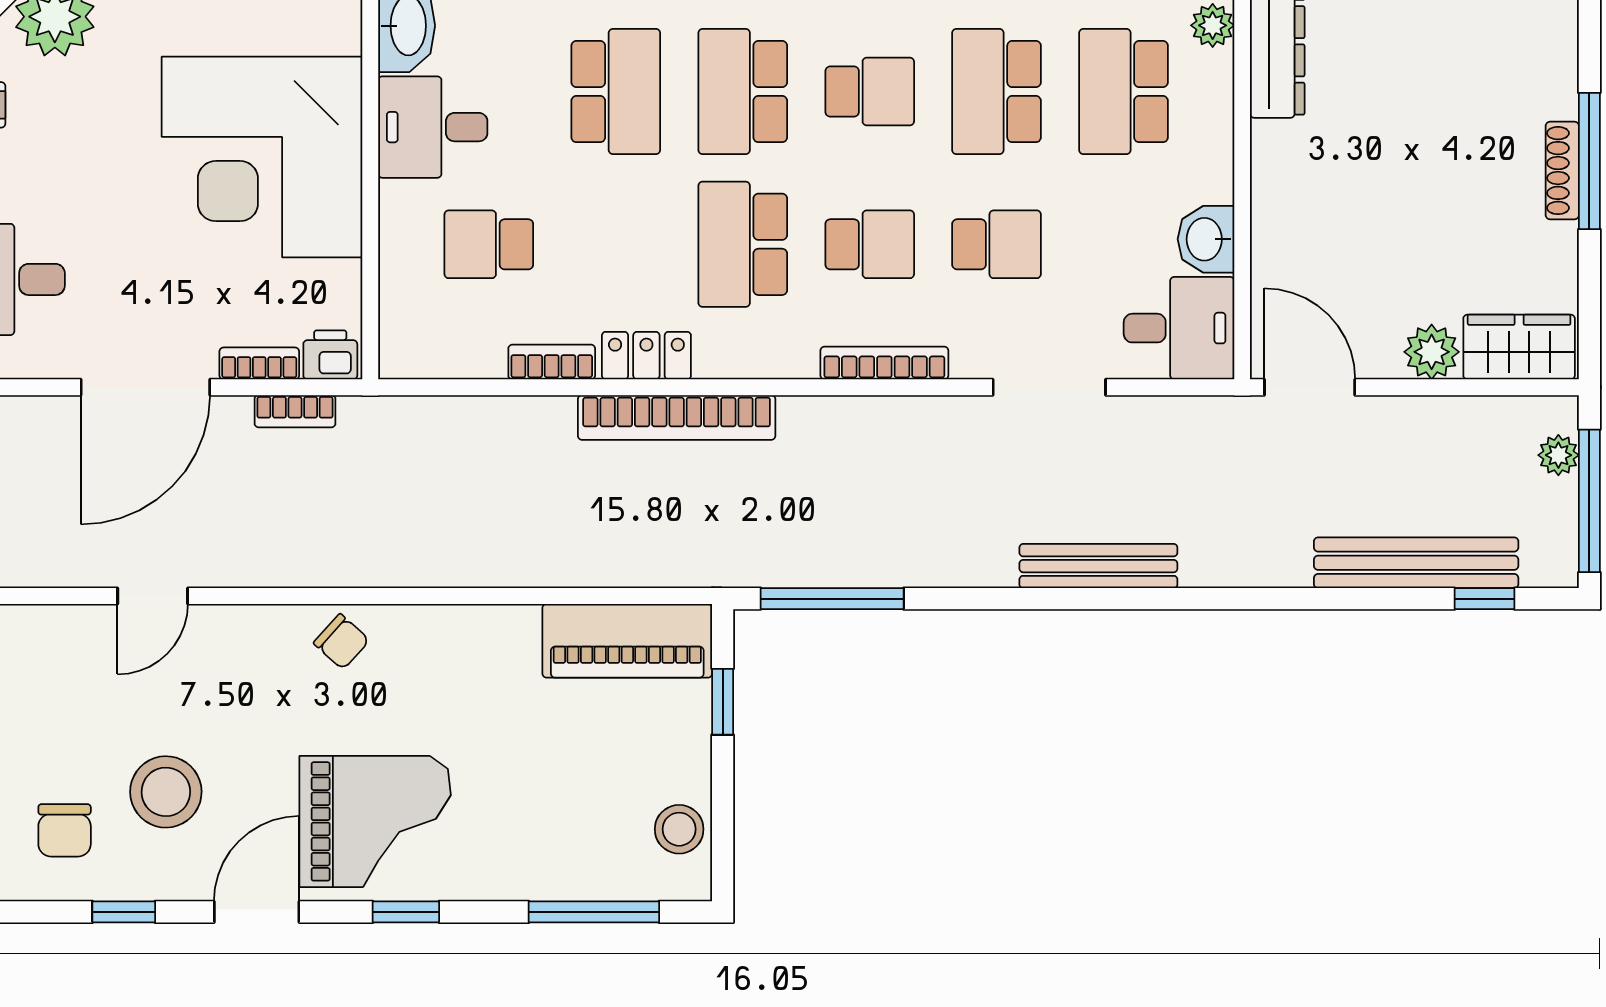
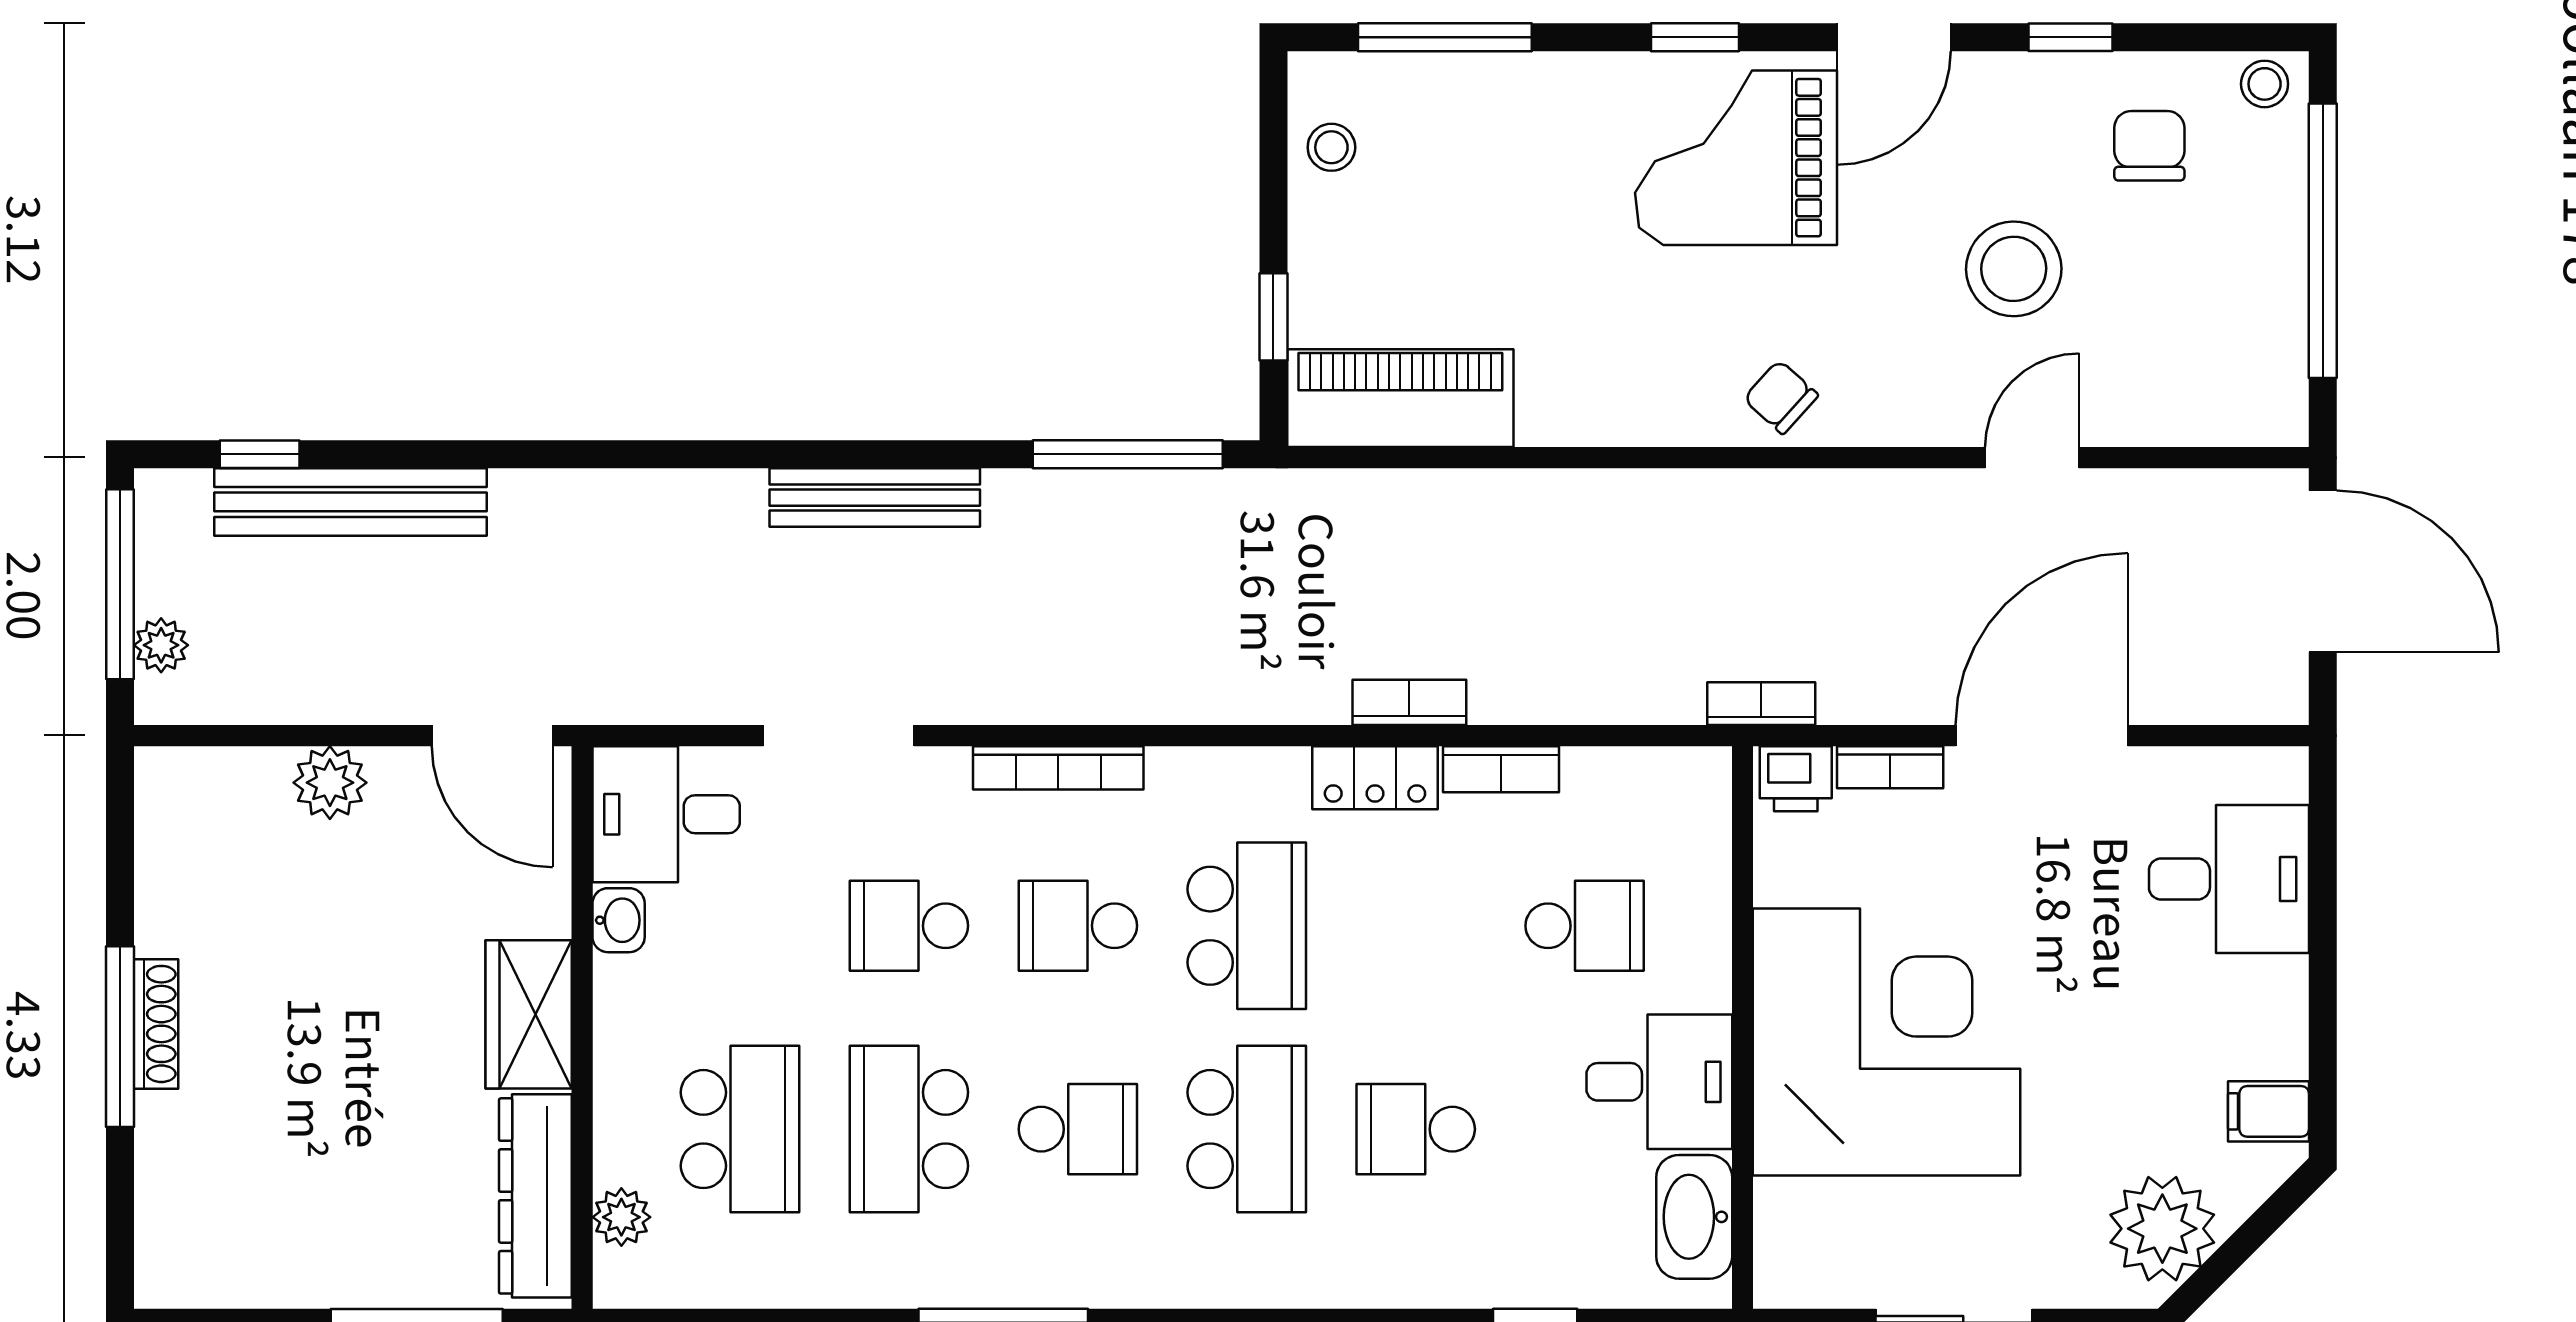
school desk: (616, 92) -> (1416, 1129), width x0.54
school desk: (870, 92) -> (1078, 1129), turned 180
school desk: (997, 92) -> (909, 1129), turned 180
washbasin: (1206, 239) -> (619, 920), width x0.72, depth x0.69
wardrobe: (1519, 347) -> (529, 1014), moved, turned 90
bookcase: (295, 411) -> (1761, 704), moved
bookcase: (677, 417) -> (1409, 702), width x0.43, depth x0.76
bench: (1098, 566) -> (875, 498), moved
stool: (166, 792) -> (2014, 269), moved
stool: (679, 829) -> (1331, 147), width x0.73, depth x0.73

